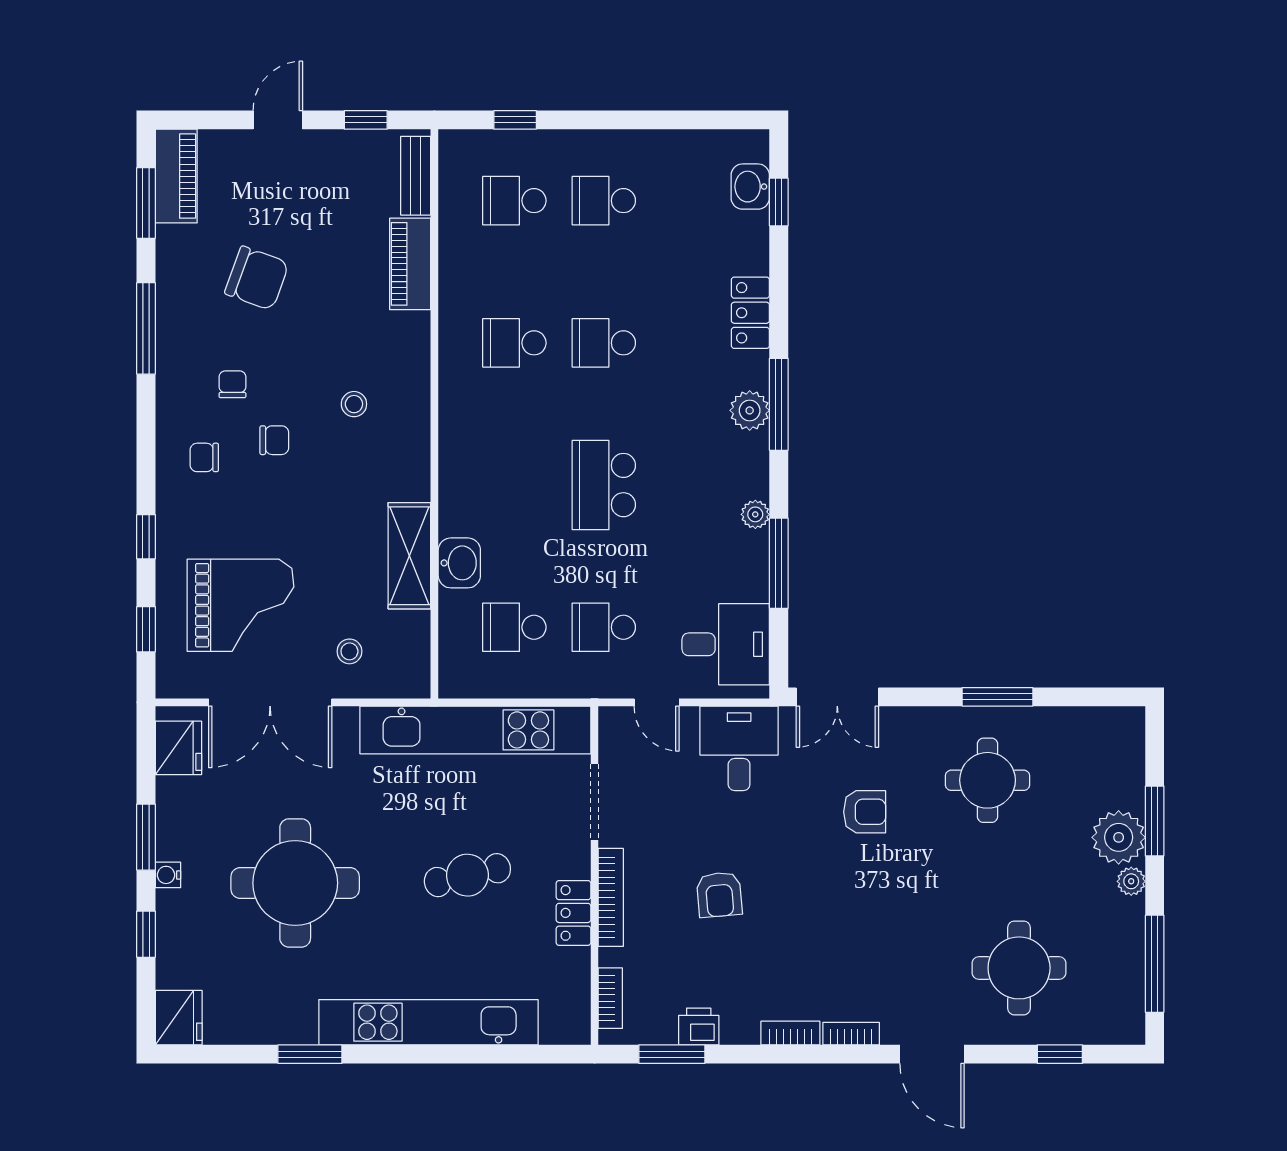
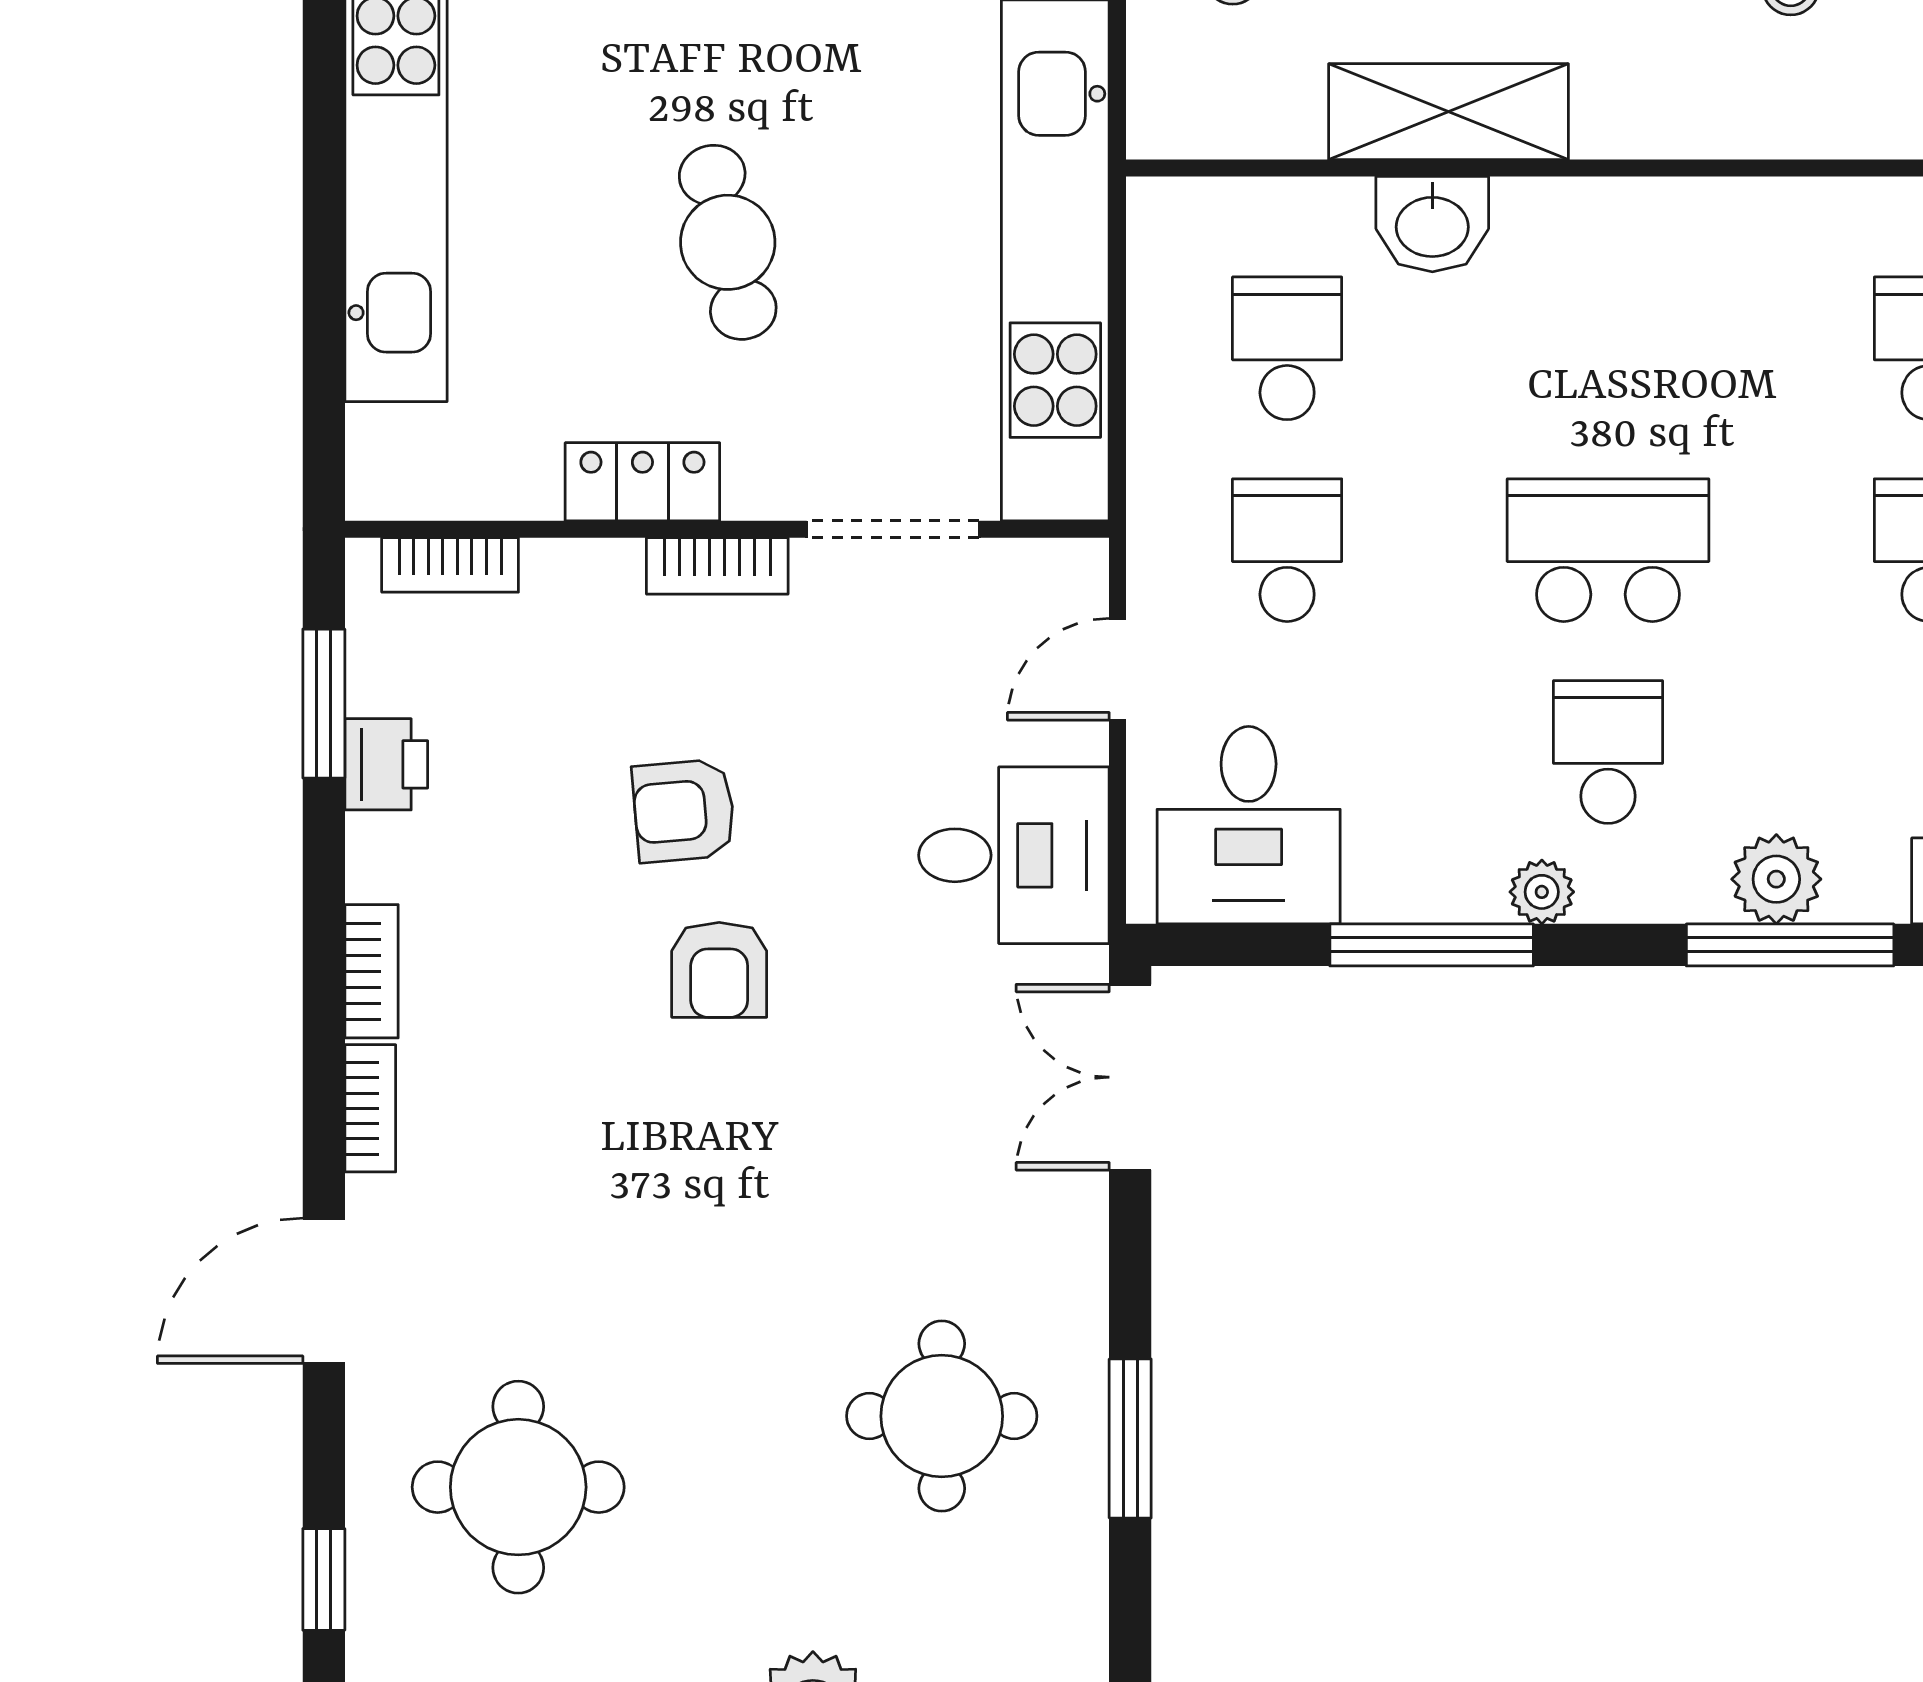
school desk: (693, 485) -> (1608, 752), added
armchair: (865, 812) -> (719, 970), moved
bookcase: (611, 897) -> (717, 566), width x0.64

